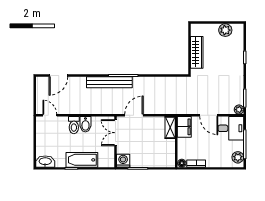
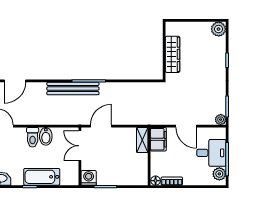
plant: (225, 30) -> (219, 29), moved
desk: (231, 128) -> (211, 153), moved

